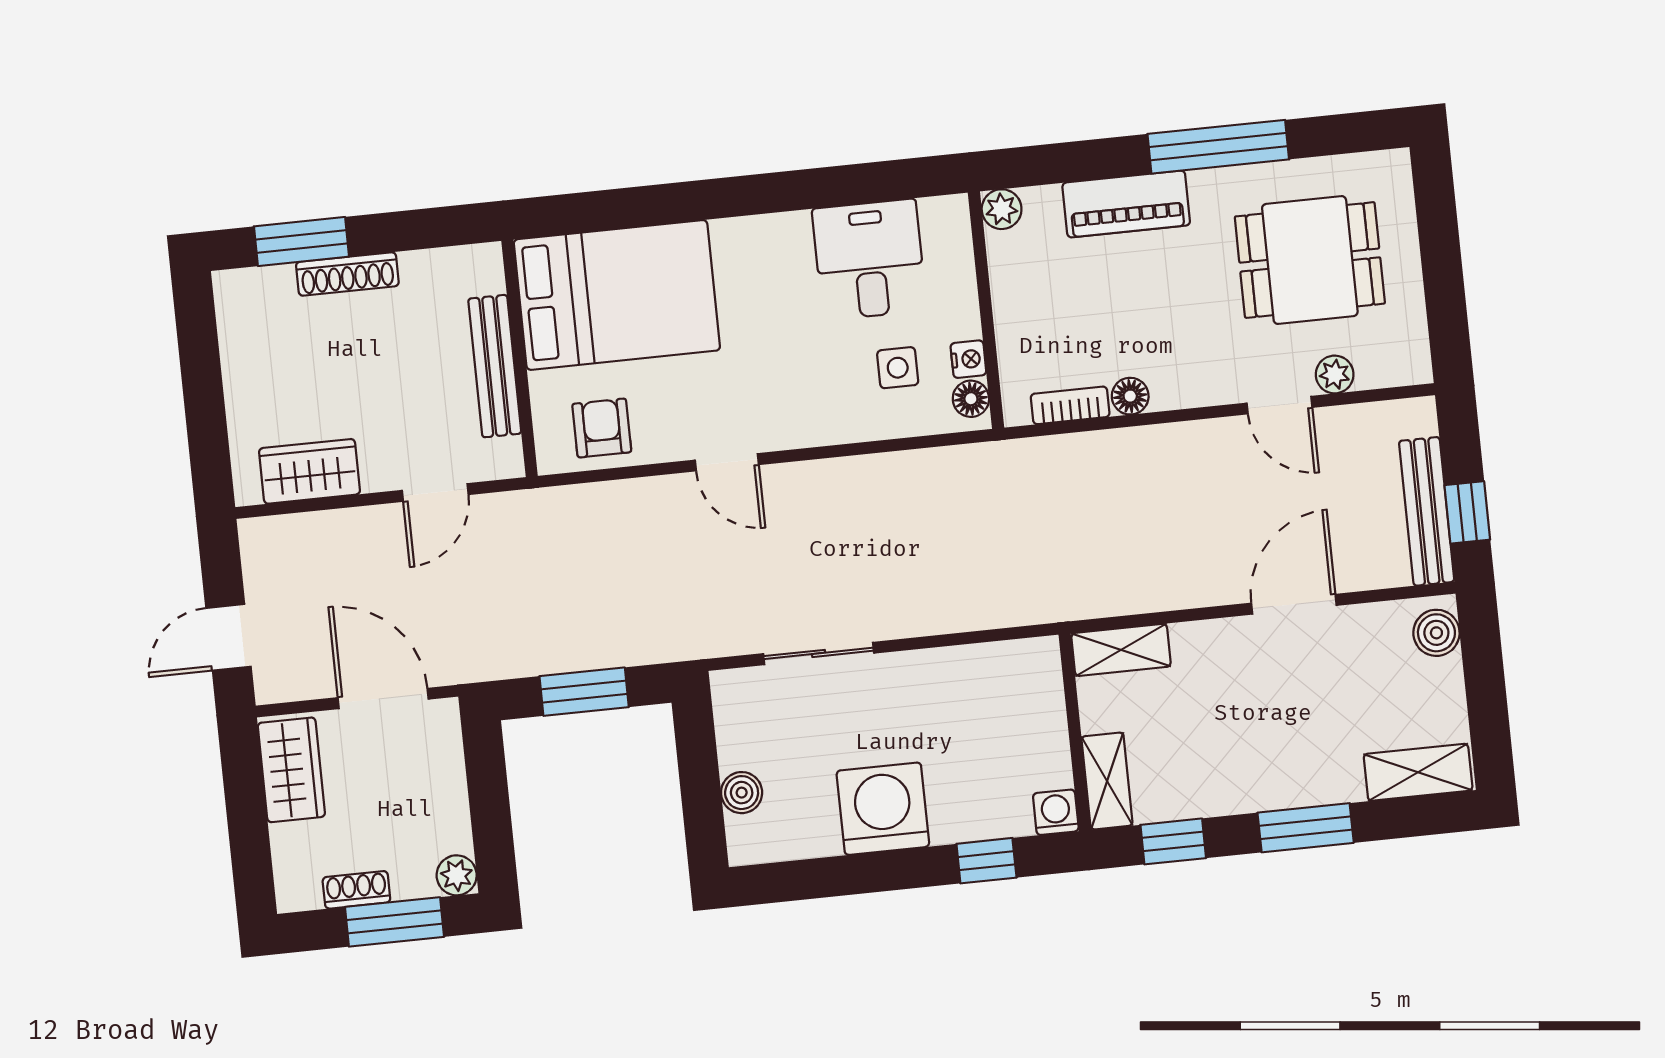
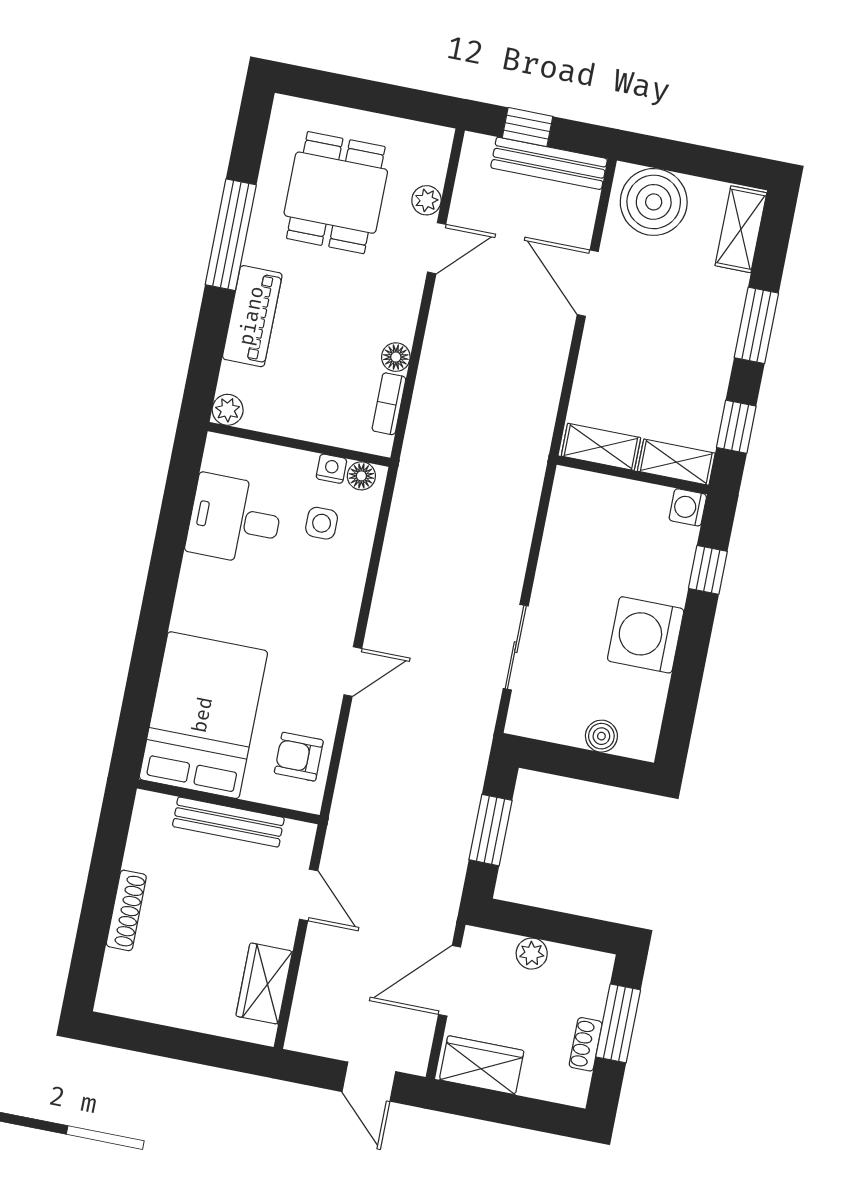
window: (302, 241) -> (92, 937), removed
window: (1467, 512) -> (528, 127), moved
boiler: (1436, 633) -> (654, 202), width x1.86, depth x1.86
shelving: (1121, 650) -> (601, 447), moved, turned 90
plant: (457, 875) -> (532, 954), moved

